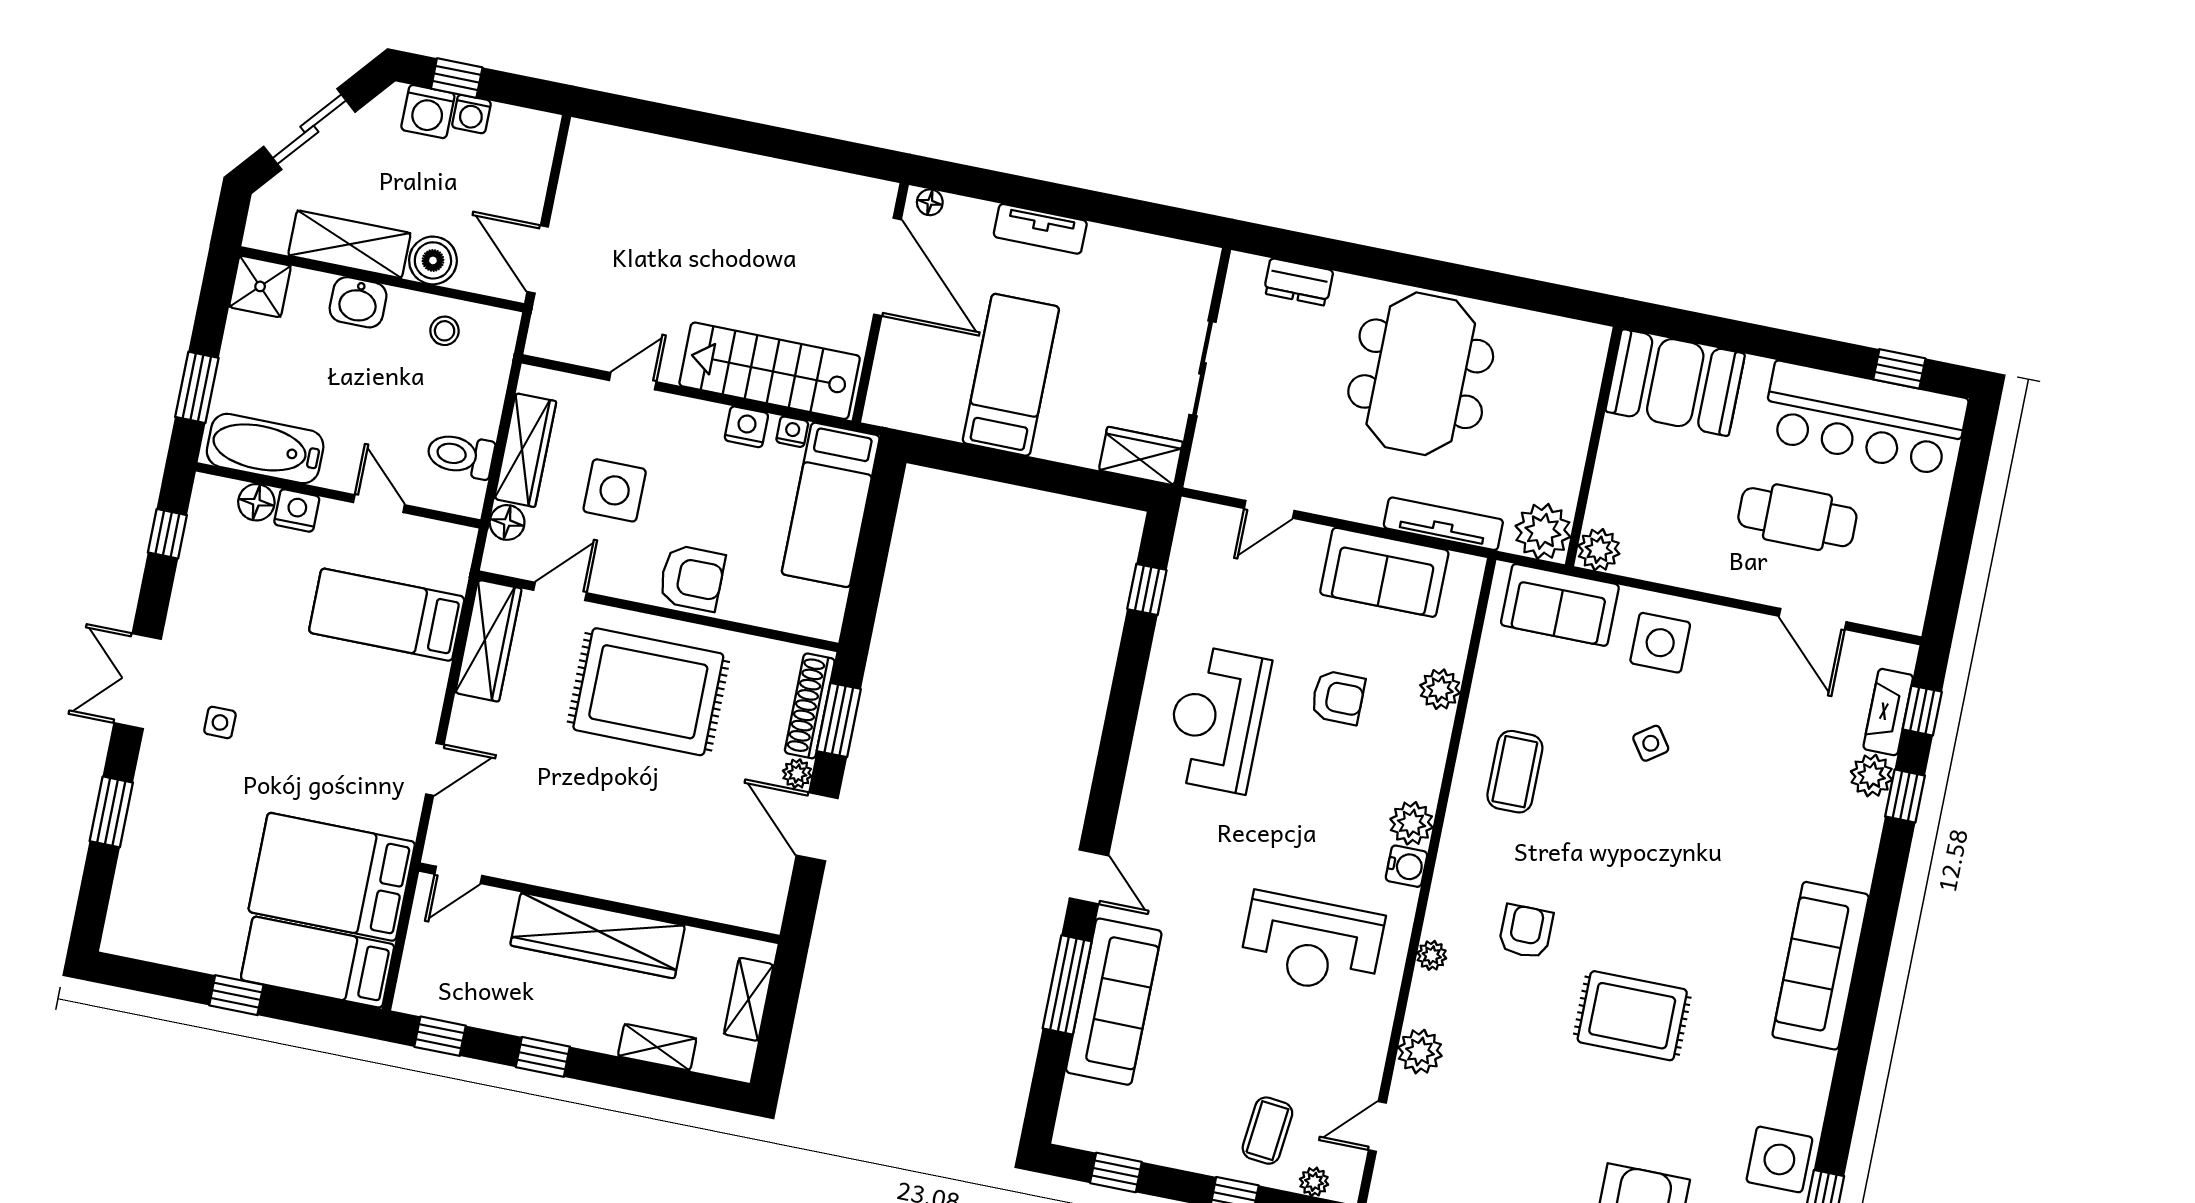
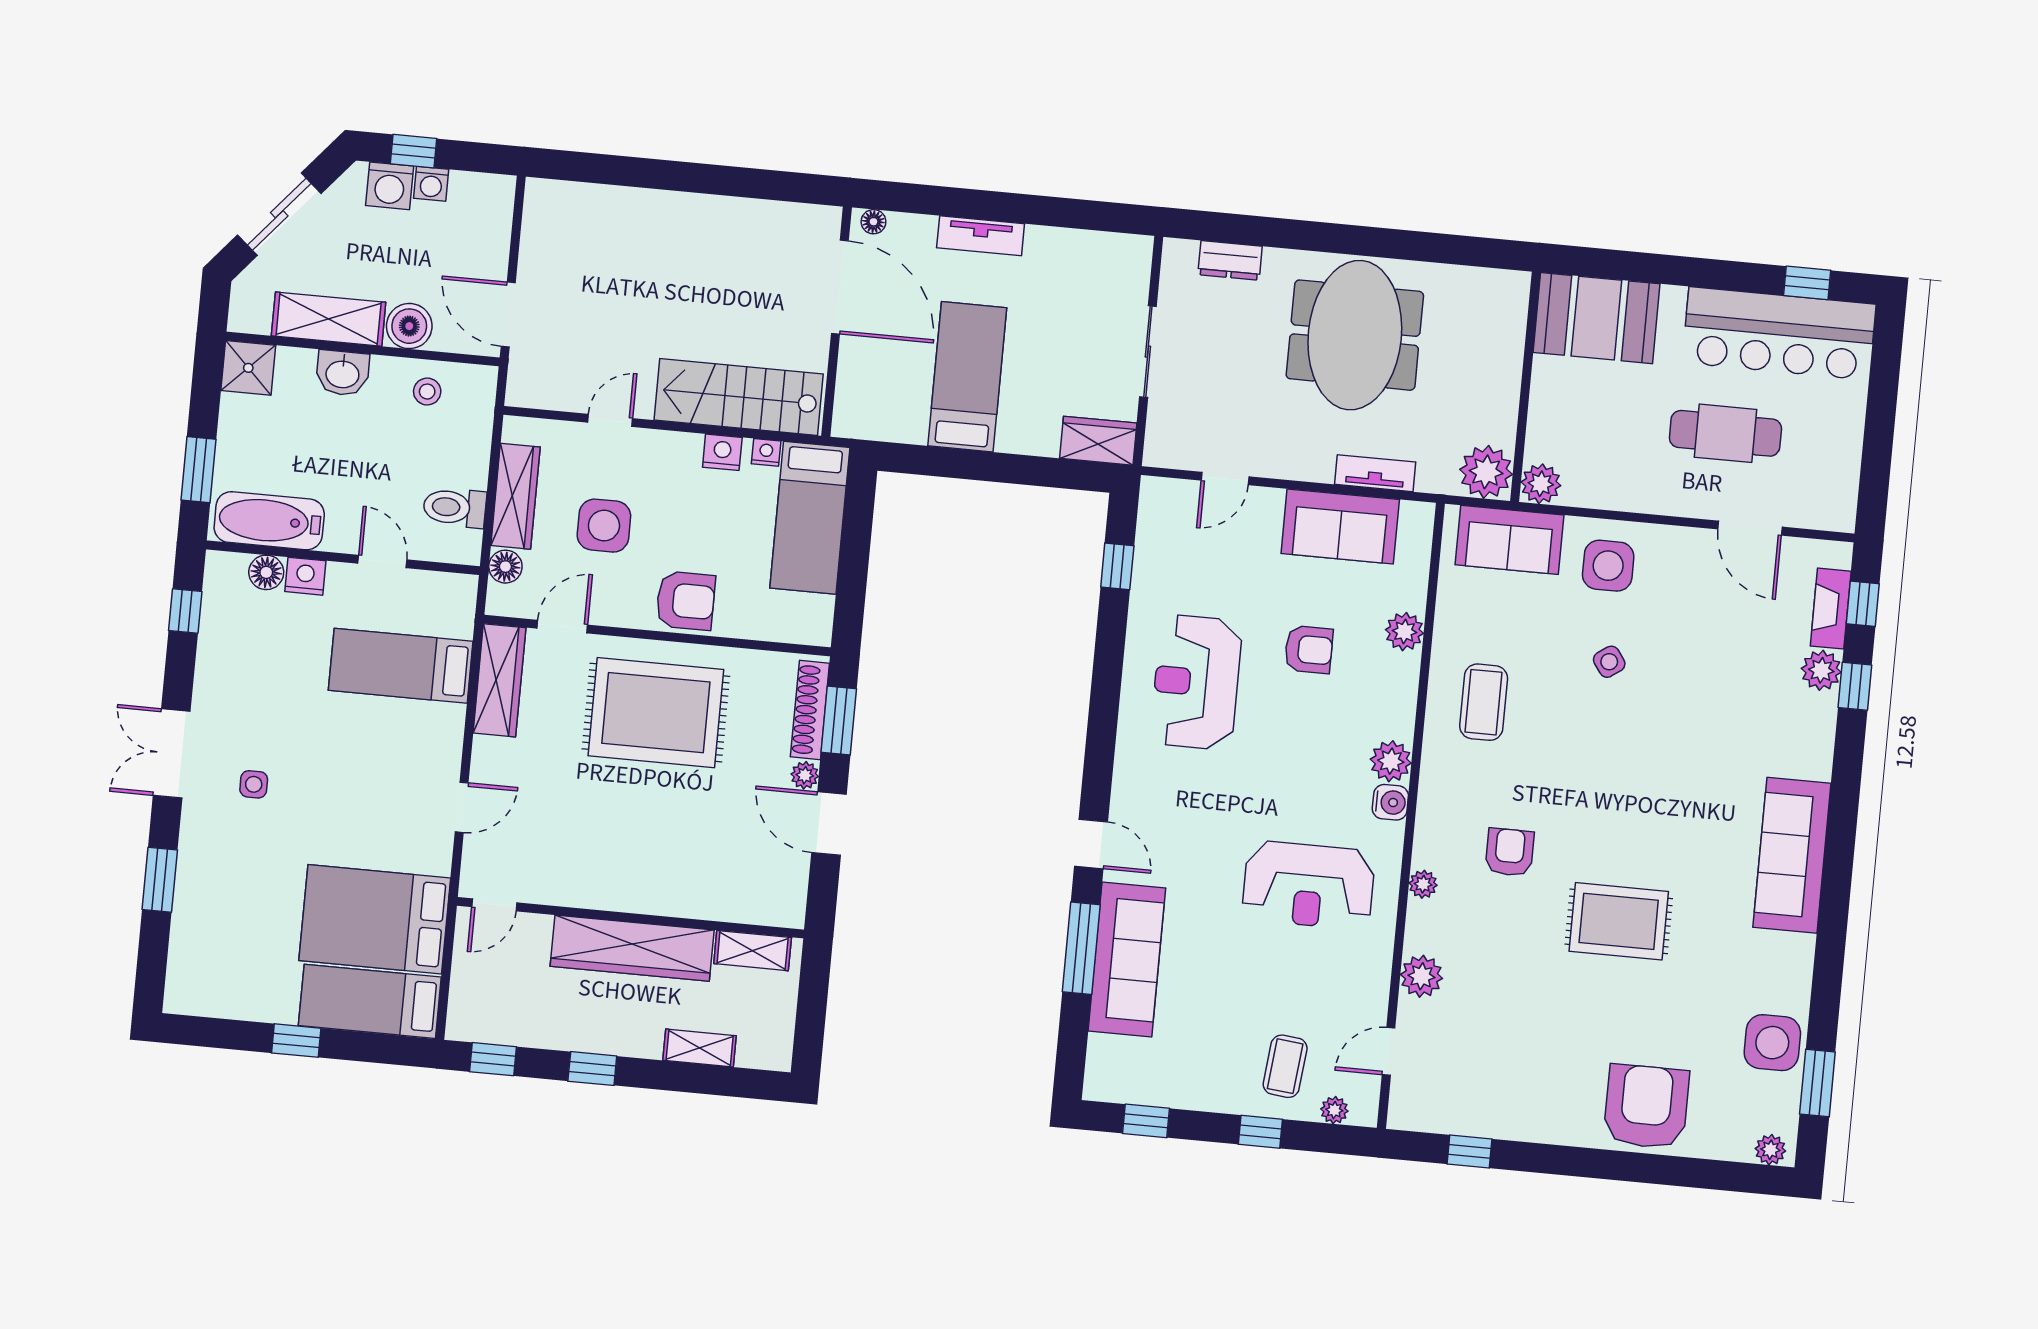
tv unit: (1443, 524) -> (1375, 473), width x0.71
shelving: (749, 999) -> (753, 951), moved, turned 90

